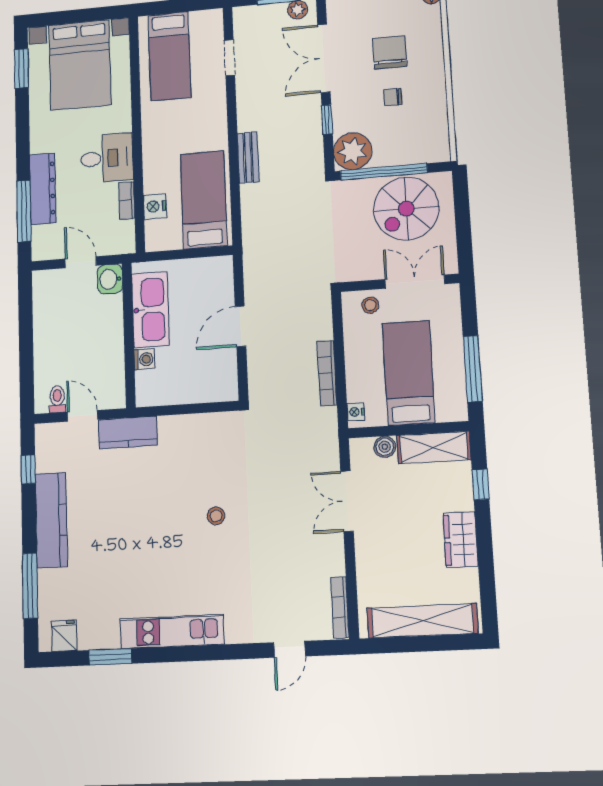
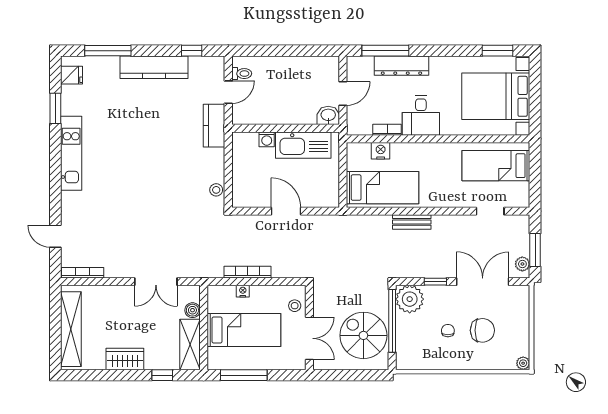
nightstand: (356, 412) -> (243, 291), moved
double door: (347, 501) -> (156, 282), swing flipped
stool: (216, 516) -> (216, 190), moved

